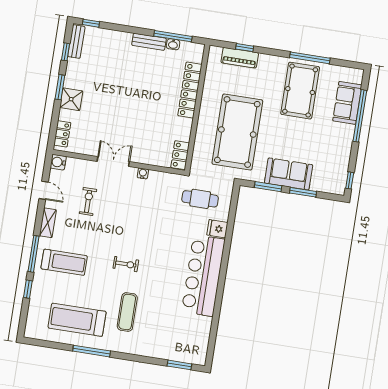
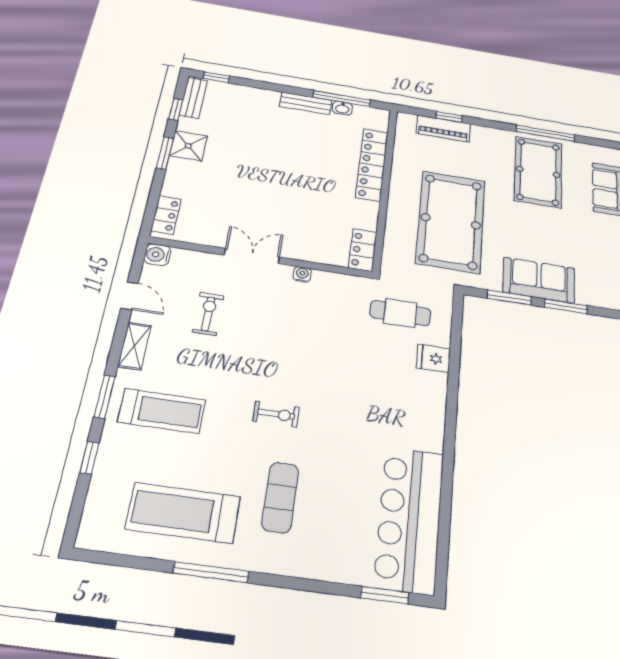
shower: (71, 99) -> (188, 146), moved
window: (34, 254) -> (105, 397), width x0.69
bar counter: (203, 275) -> (409, 519), moved

